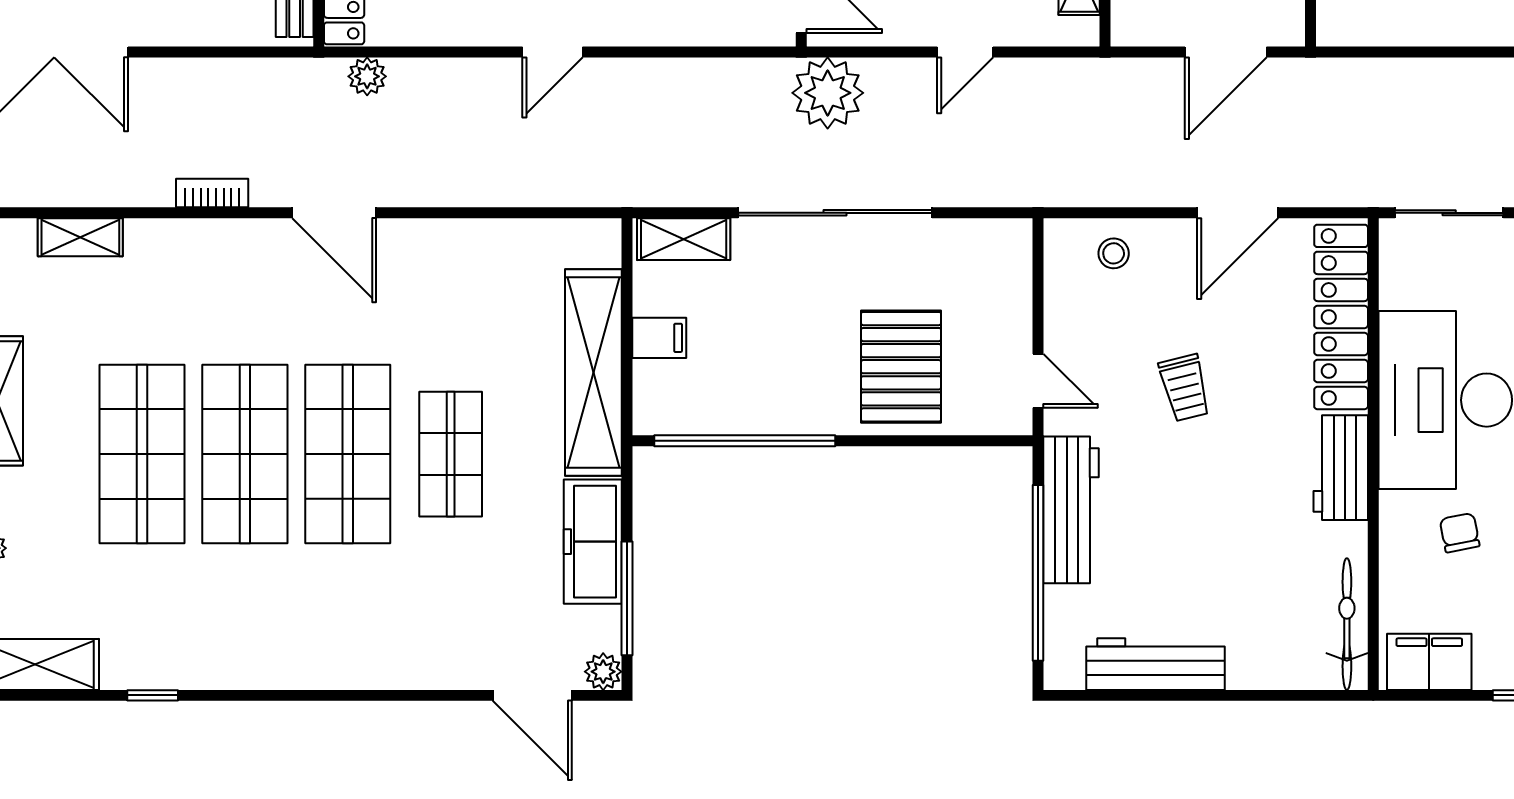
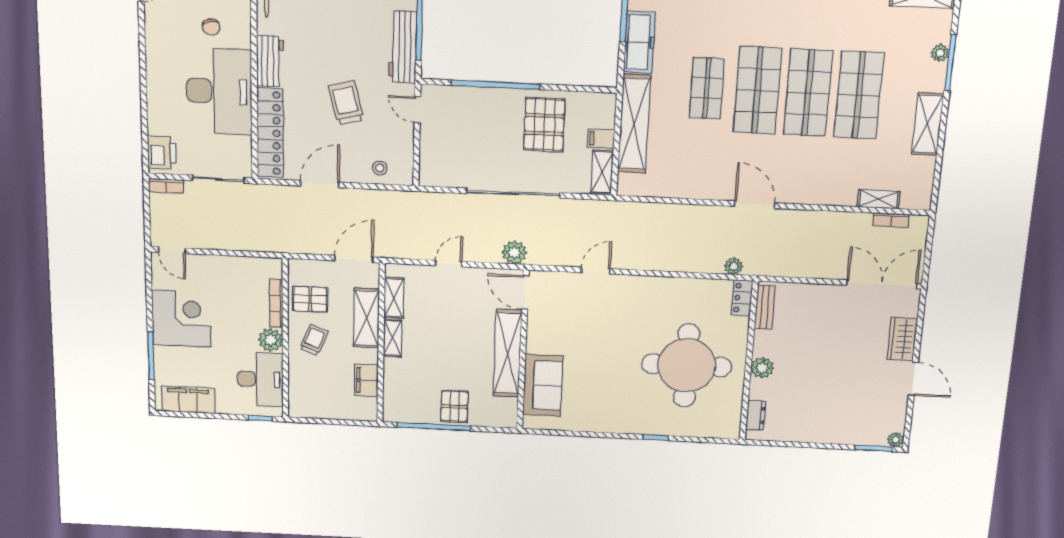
door: (553, 52) -> (596, 271), moved
door: (1226, 52) -> (354, 259), moved
plant: (828, 93) -> (514, 252), width x0.73, depth x0.73
bookcase: (212, 193) -> (891, 220), moved
shelving: (684, 239) -> (602, 172), moved, turned 90
pallet: (901, 367) -> (544, 125), moved
trolley: (1185, 388) -> (346, 103), width x1.36, depth x1.39
window: (745, 441) -> (495, 85), moved

